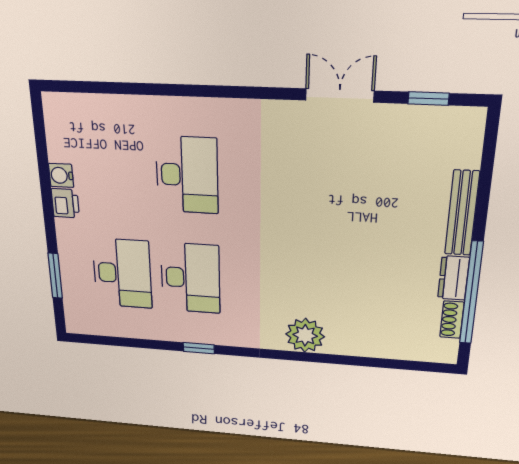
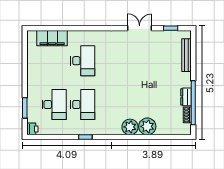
filing cabinet: (106, 114) -> (52, 38), added
water cooler: (61, 175) -> (32, 63), removed
printer: (65, 203) -> (32, 129), moved
bench: (462, 213) -> (186, 55), moved
plant: (348, 337) -> (147, 126), added

